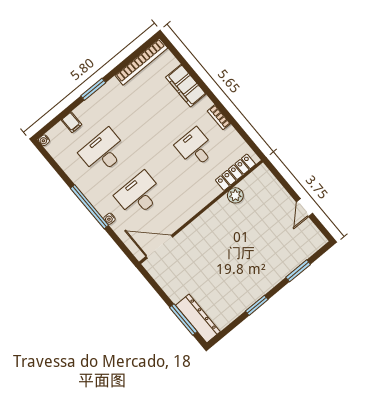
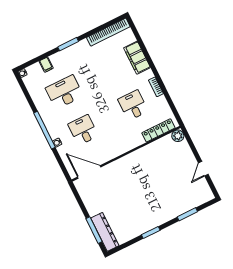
desk: (139, 195) -> (83, 130), width x0.73
plant: (235, 195) -> (178, 136), moved

